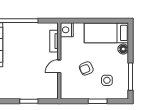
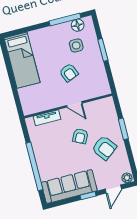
nightstand: (67, 30) -> (30, 107), removed
floor lamp: (123, 49) -> (78, 25), moved
armchair: (32, 65) -> (80, 136), added
armchair: (17, 82) -> (104, 148), added

